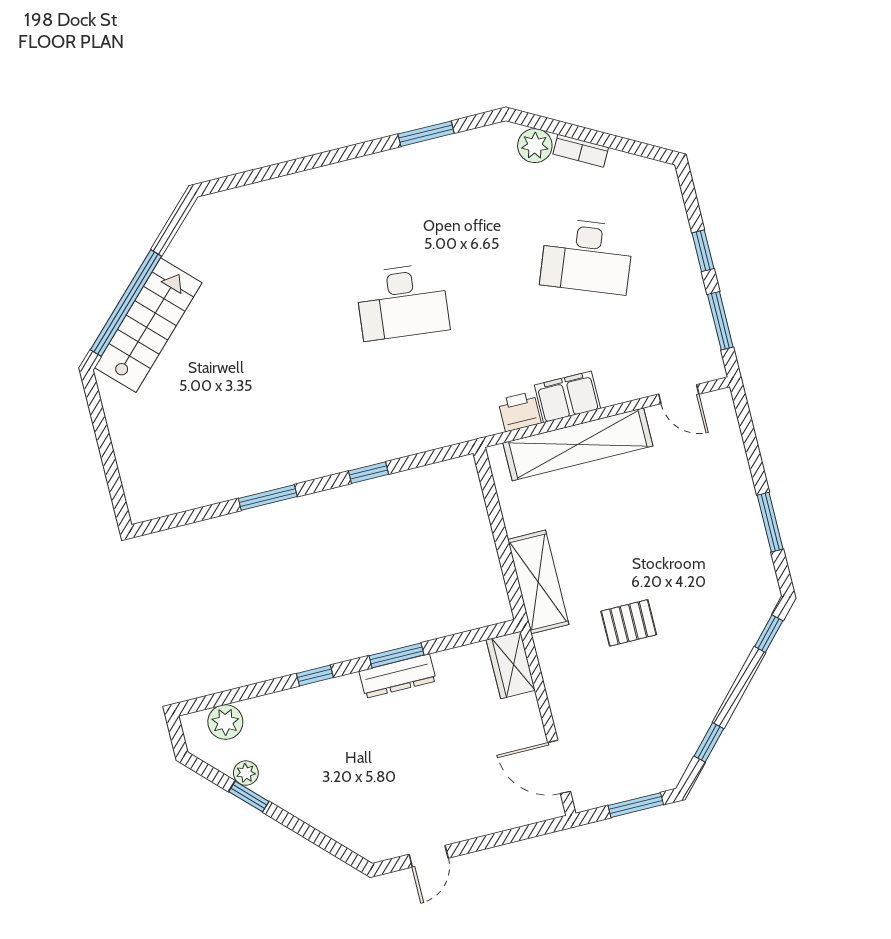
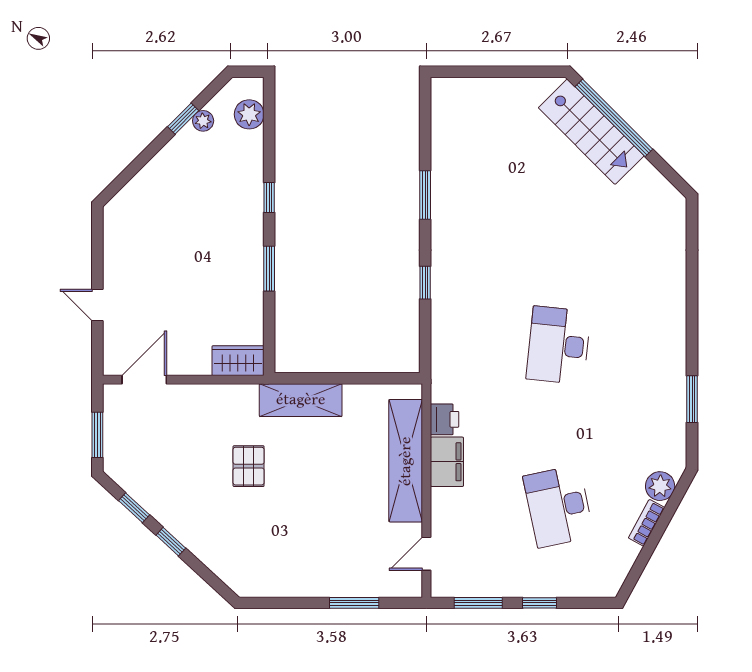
desk: (587, 256) -> (559, 506), turned -33
window: (770, 522) -> (354, 603), moved
window: (769, 634) -> (171, 542), moved
dresser: (398, 676) -> (252, 265), removed
door: (429, 856) -> (97, 305), moved

